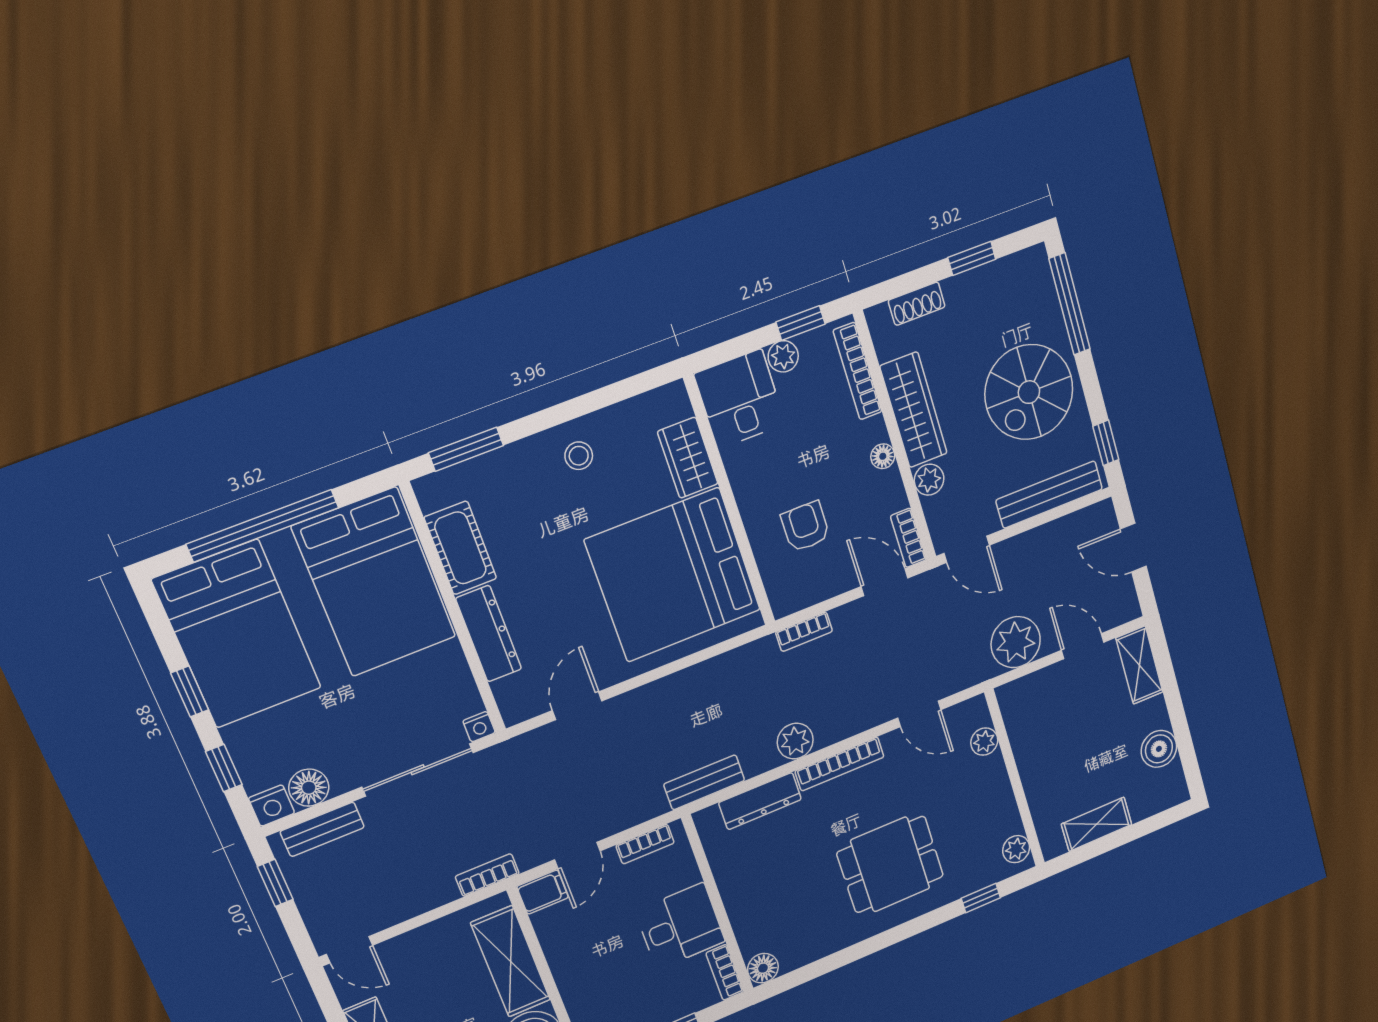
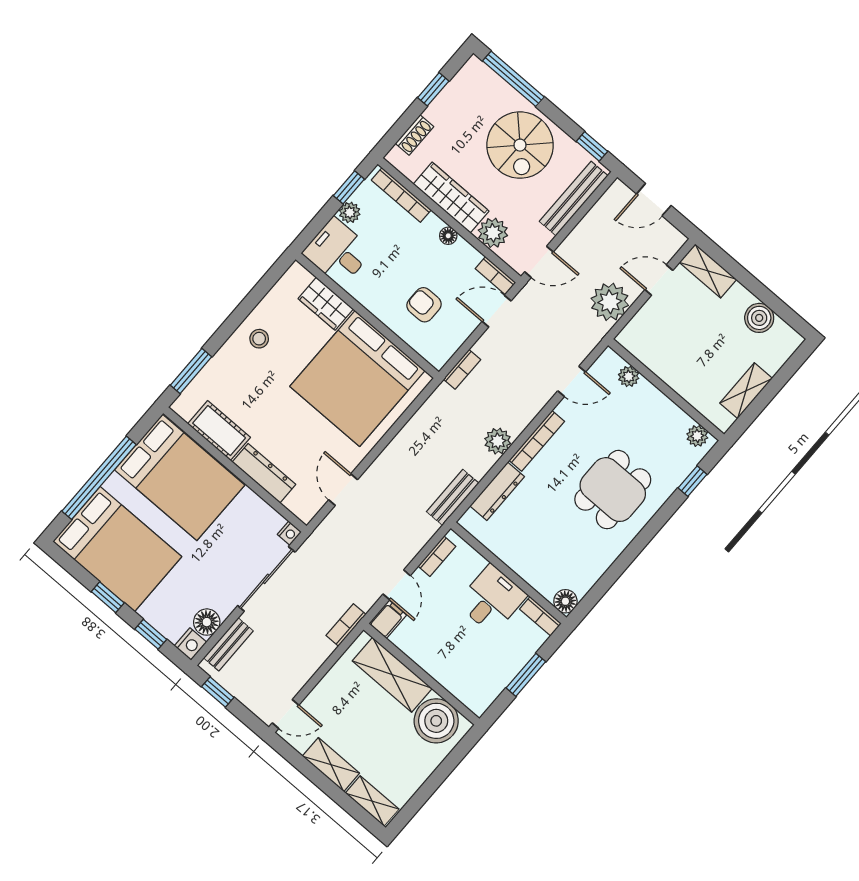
plant: (929, 480) -> (493, 233), width x1.38, depth x1.38

